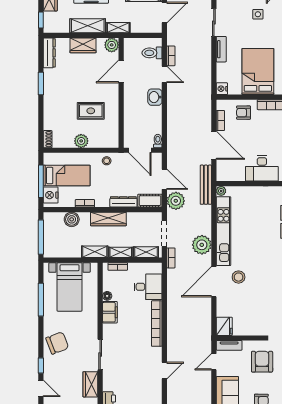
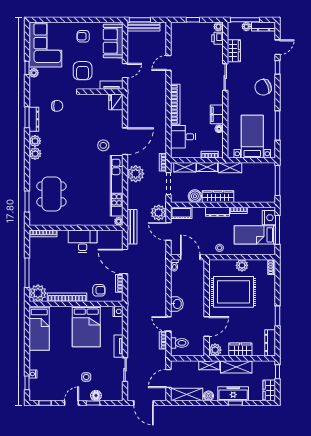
rug: (91, 111) -> (234, 292), width x1.86, depth x2.06
dresser: (123, 202) -> (217, 212), moved
boiler: (72, 219) -> (195, 196), moved
door: (41, 388) -> (277, 47), swing flipped

